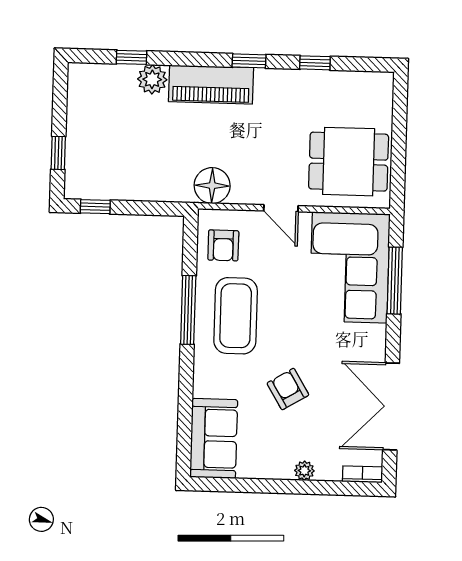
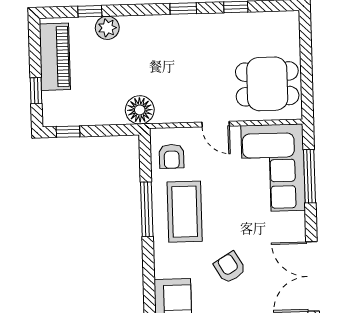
piano: (211, 85) -> (55, 57), moved, turned -90
floor lamp: (212, 186) -> (140, 110), moved

